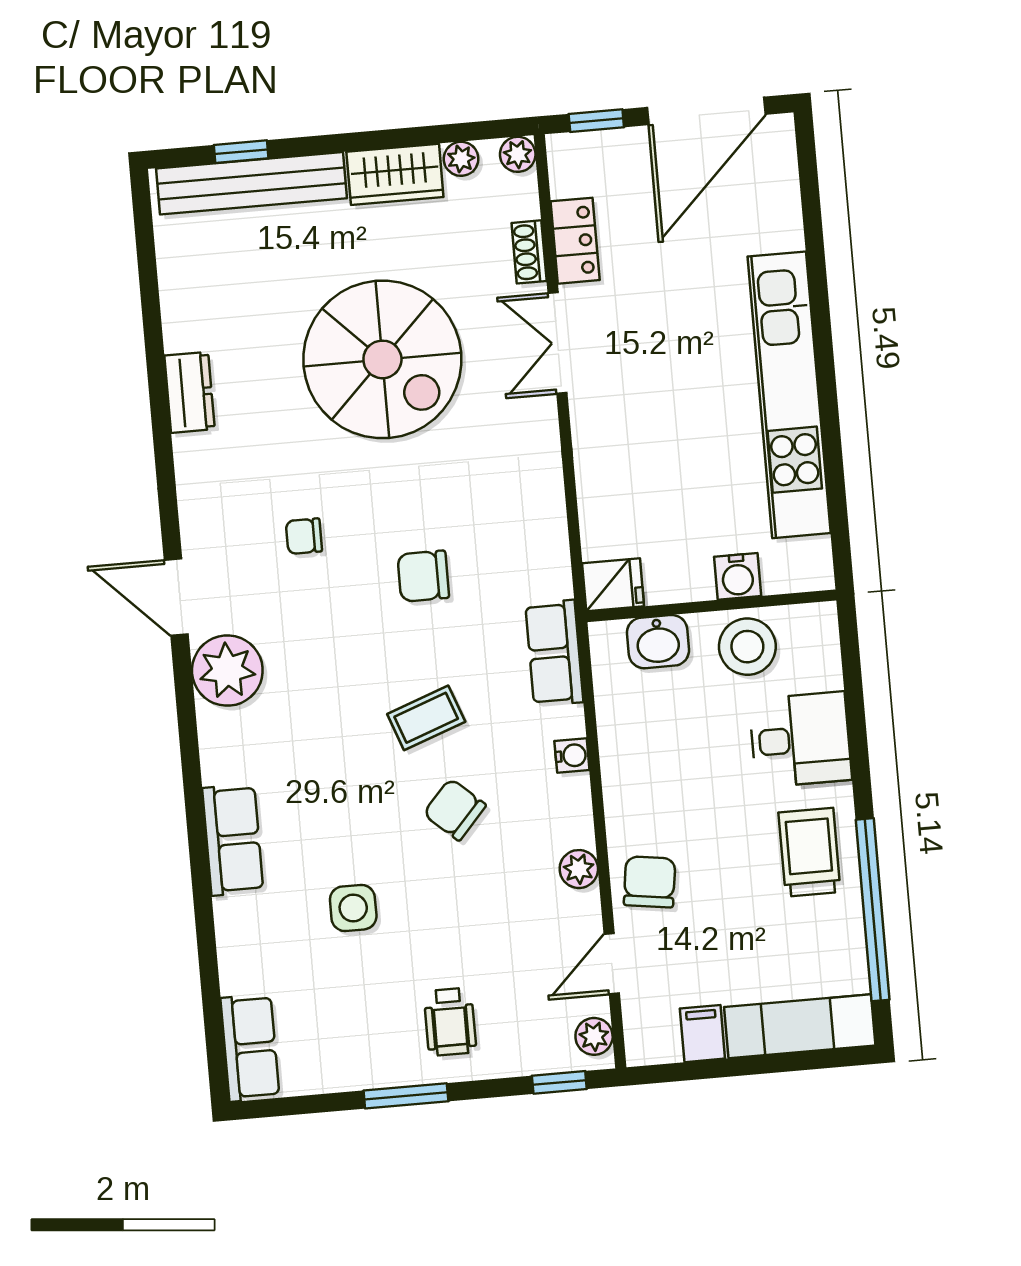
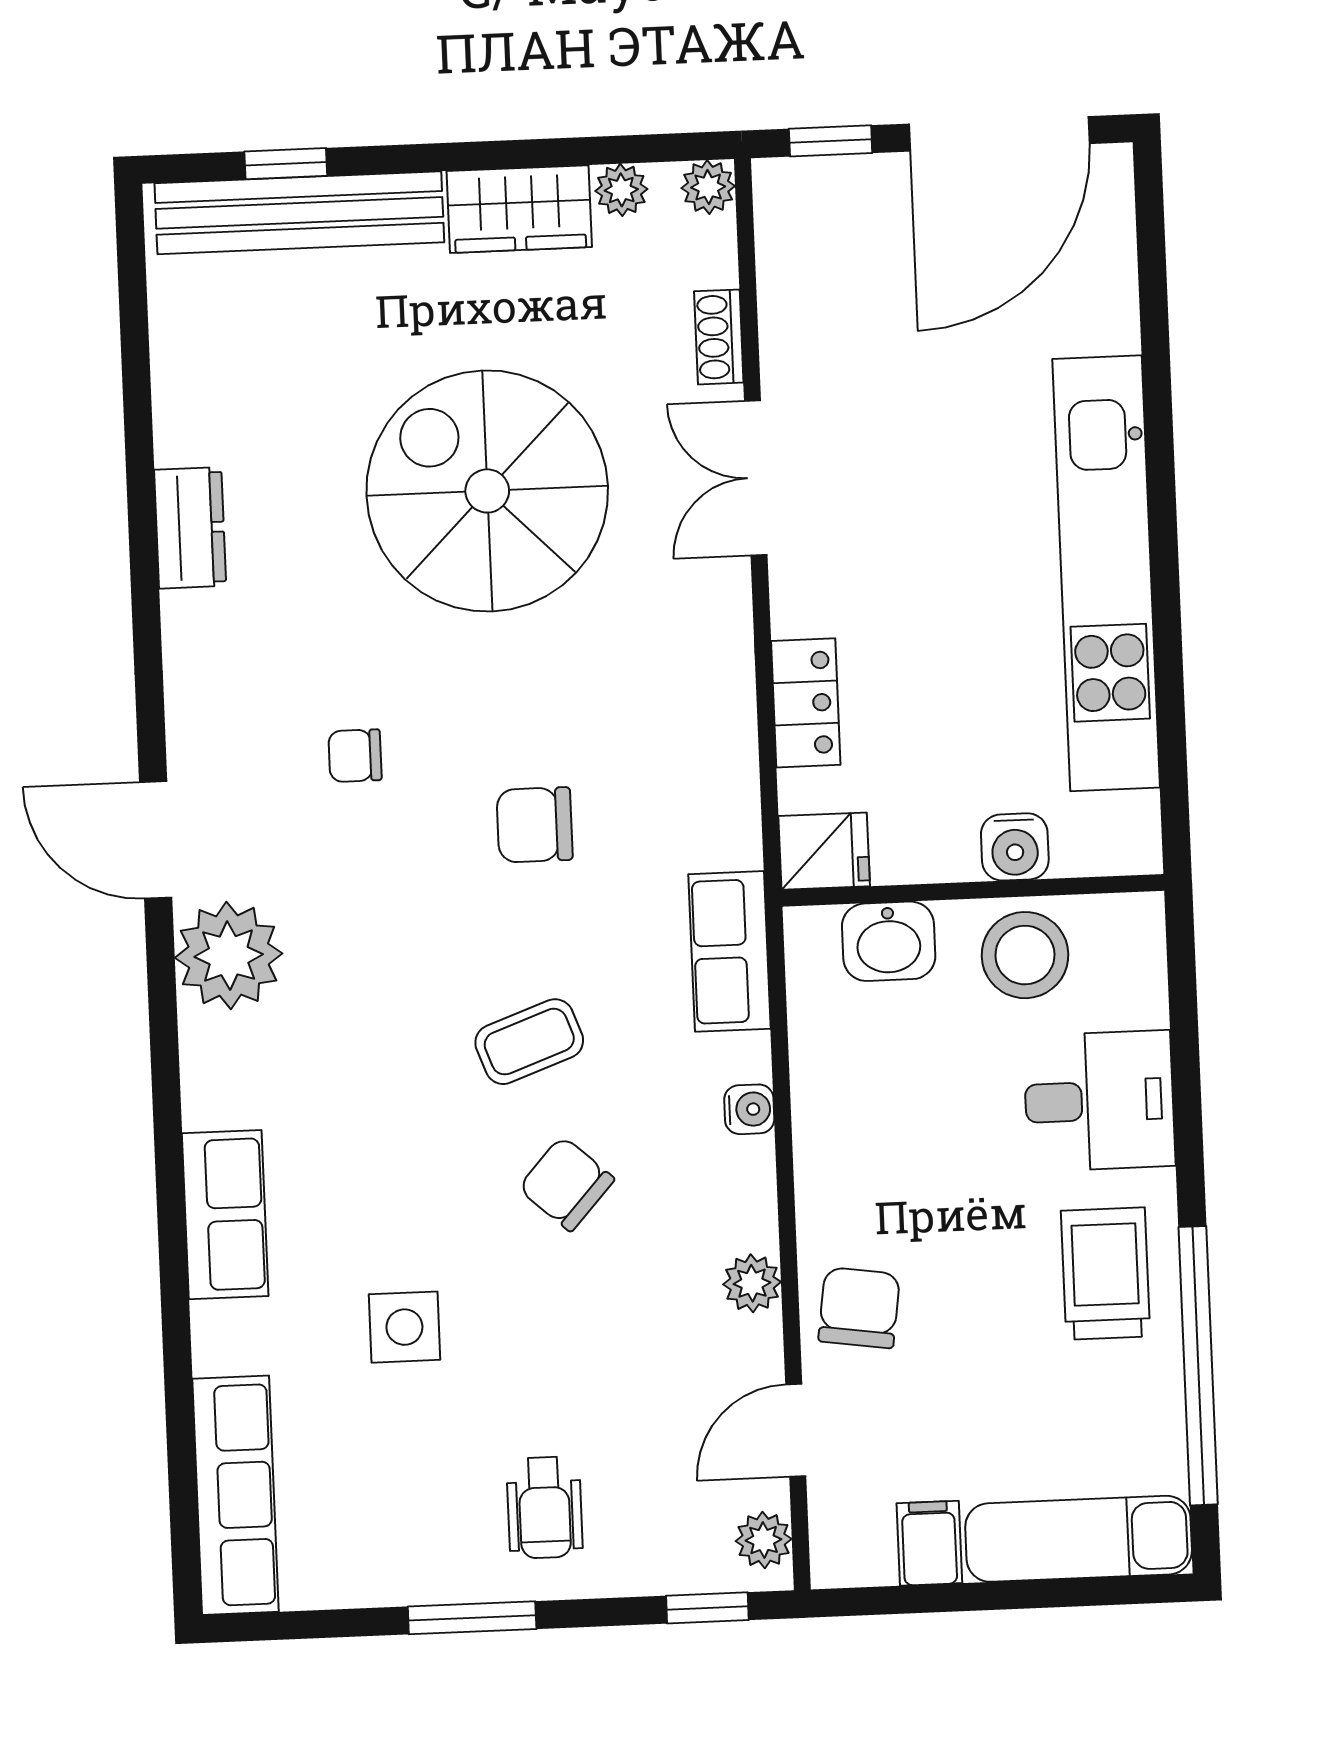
locker: (575, 241) -> (806, 703), moved
spiral stairs: (382, 359) -> (487, 491), turned 180
row of seats: (250, 1048) -> (235, 1495), width x1.48

